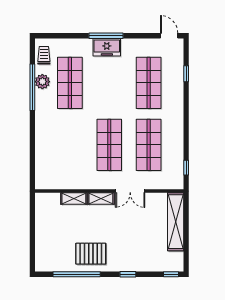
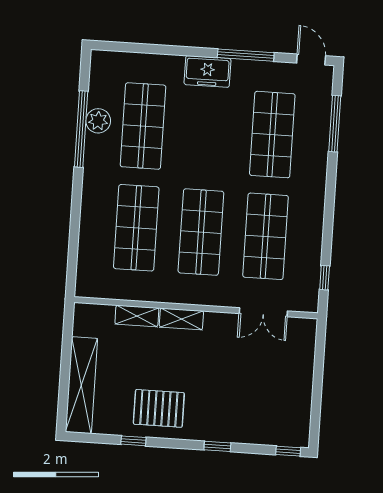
window: (106, 36) -> (246, 55), moved
trolley: (44, 55) -> (103, 78), removed
window: (186, 74) -> (335, 124), width x2.17
shop shelf: (70, 145) -> (136, 228), added
double door: (130, 191) -> (263, 312), moved
shelving: (176, 222) -> (81, 385), moved
window: (77, 274) -> (133, 441), width x0.32

